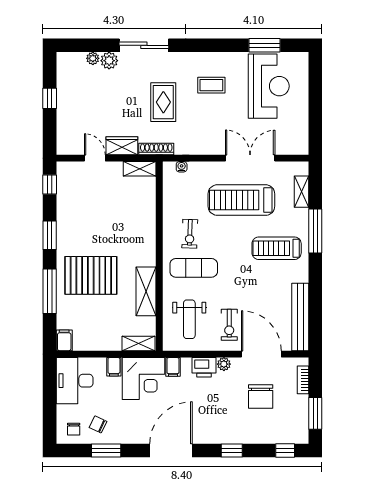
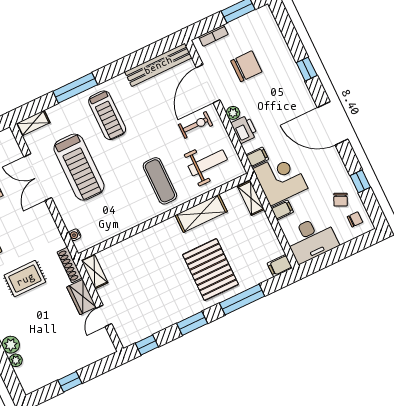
shelving: (302, 192) -> (33, 123), moved
exercise bike: (190, 234) -> (131, 199), removed
window: (106, 450) -> (360, 181), width x0.67
window: (285, 450) -> (284, 22), removed

